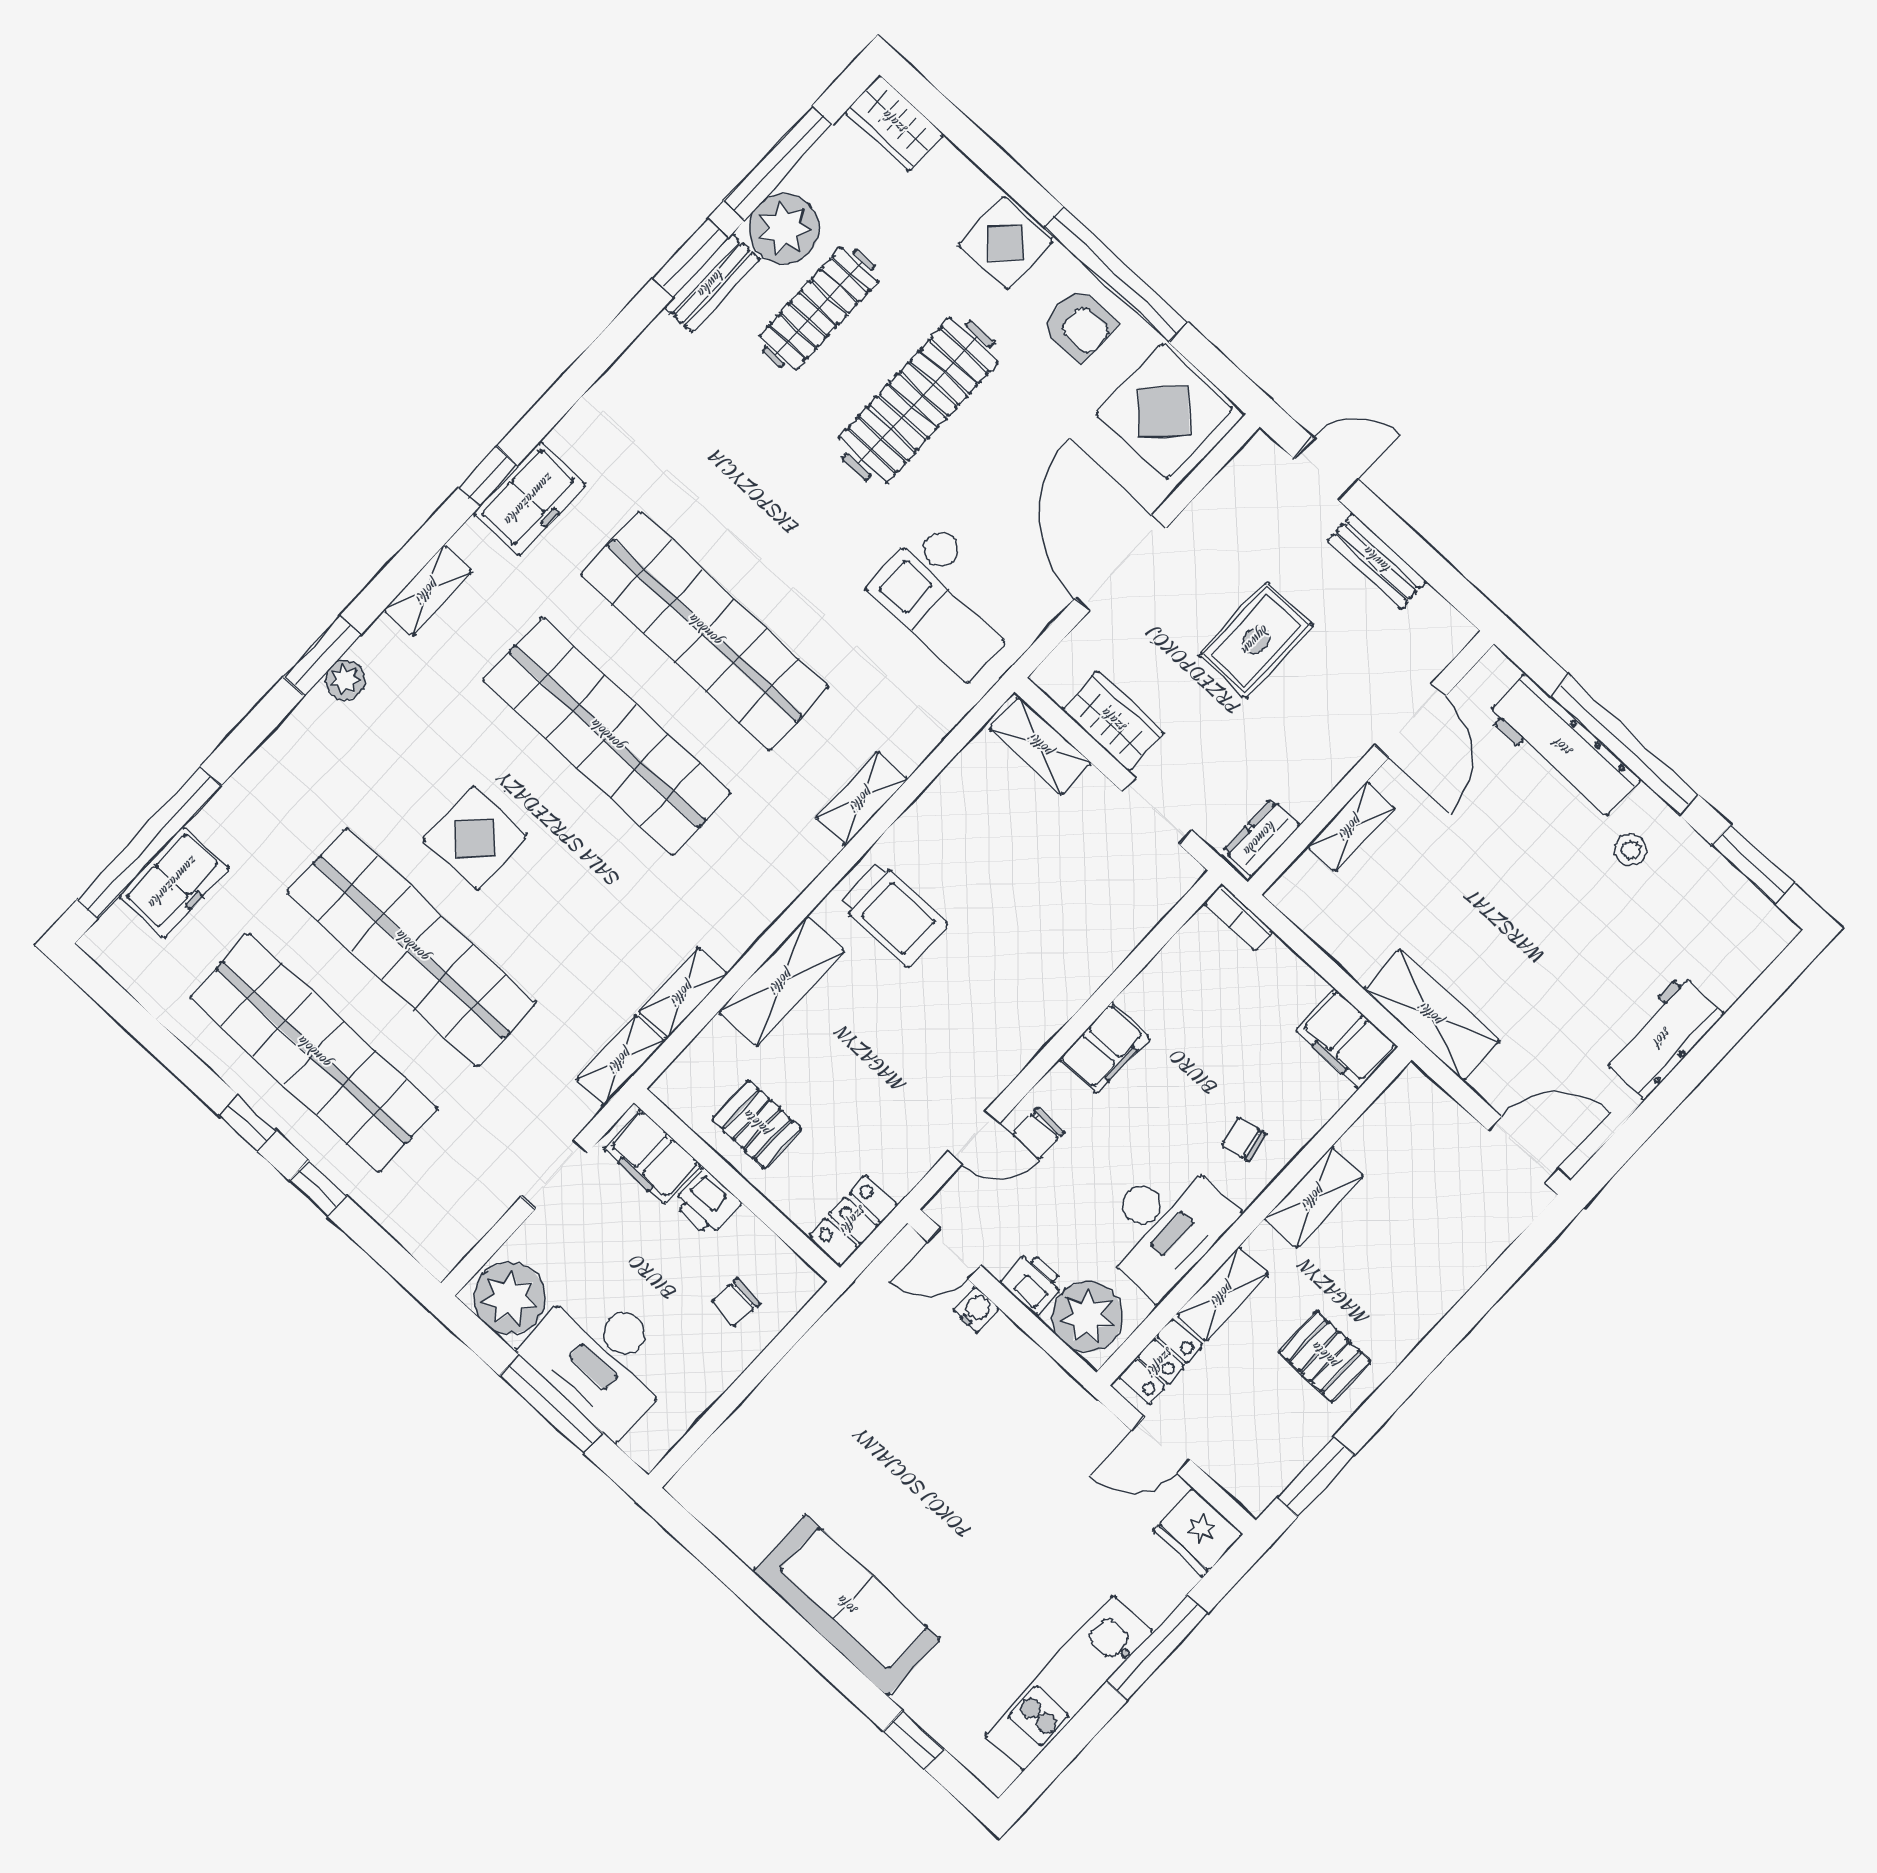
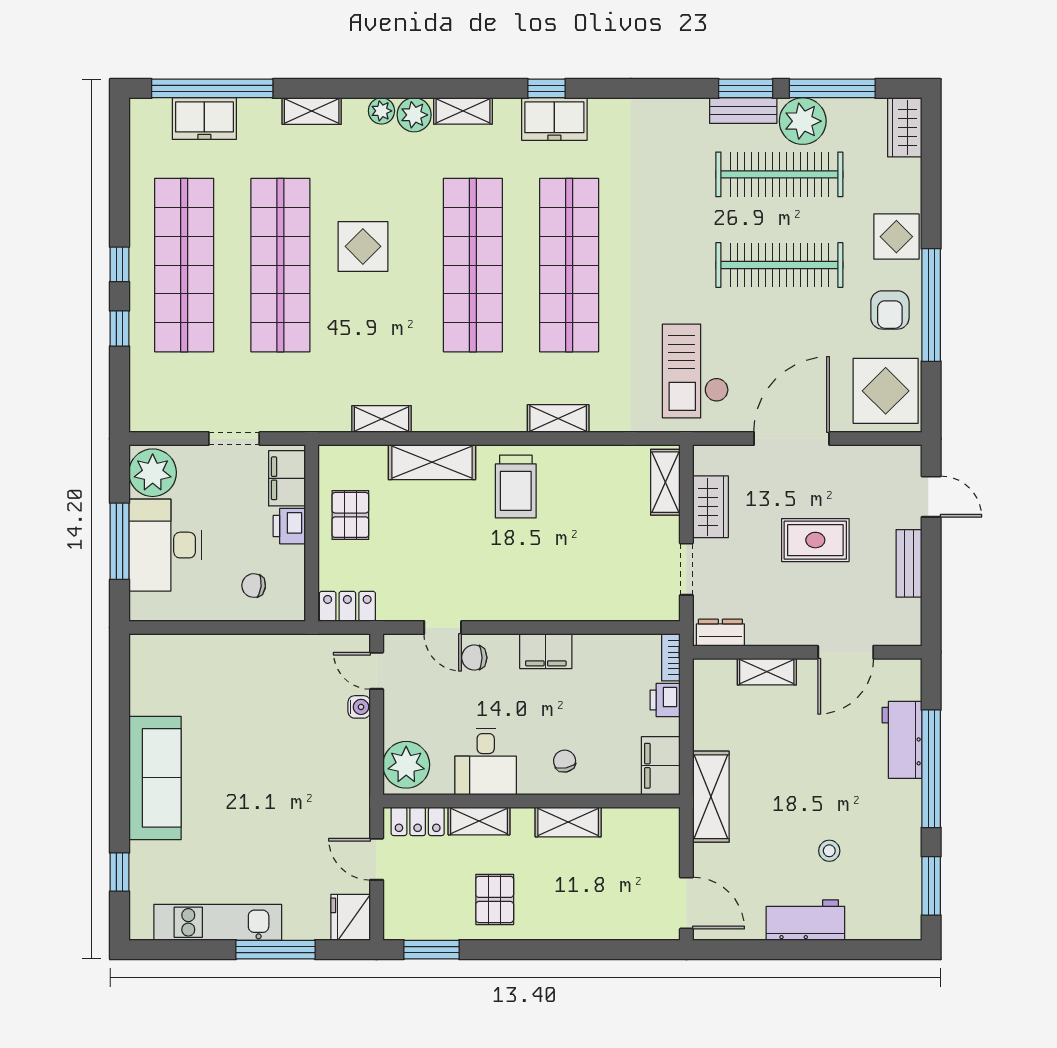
clothes rail: (819, 308) -> (779, 174), width x1.37, depth x1.31
plant: (383, 648) -> (414, 115), added
window: (322, 656) -> (383, 88), removed
workbench: (1563, 748) -> (902, 740), width x0.73
stool: (1631, 850) -> (829, 851), moved
shelving: (621, 1060) -> (312, 111), moved
desk: (1164, 1226) -> (486, 762), width x0.73
printer: (1032, 1283) -> (665, 700), moved, turned 180

